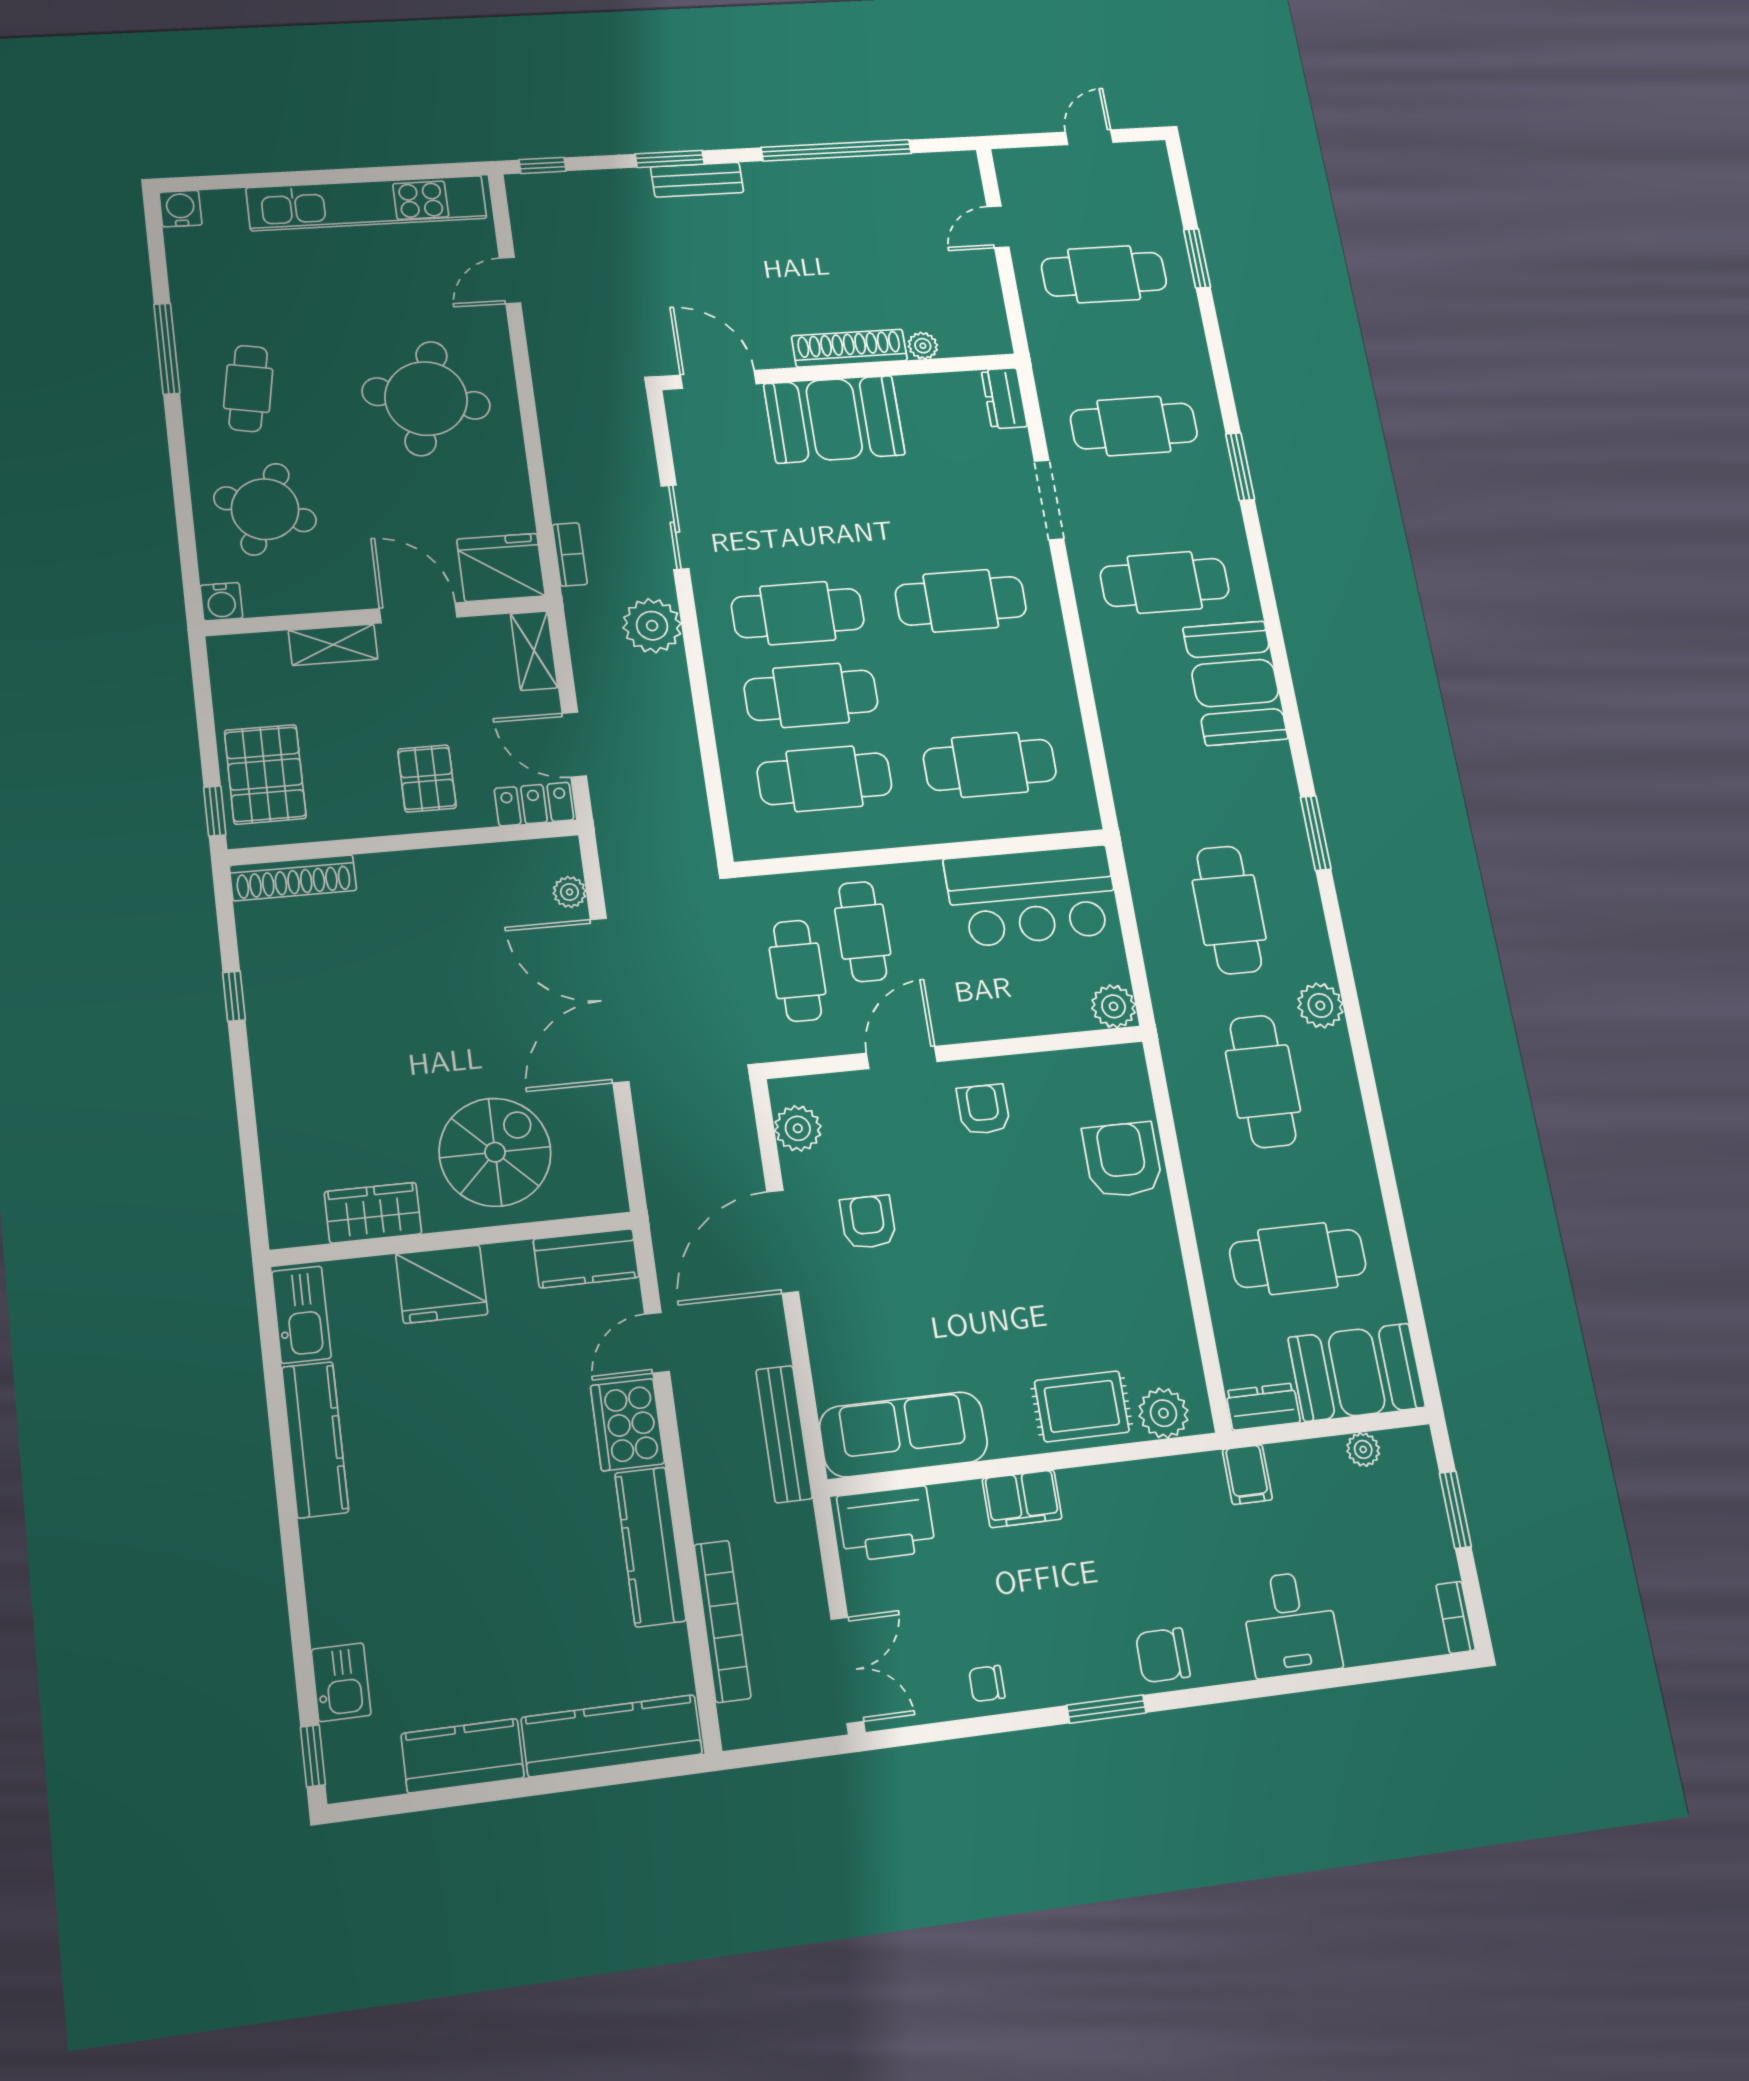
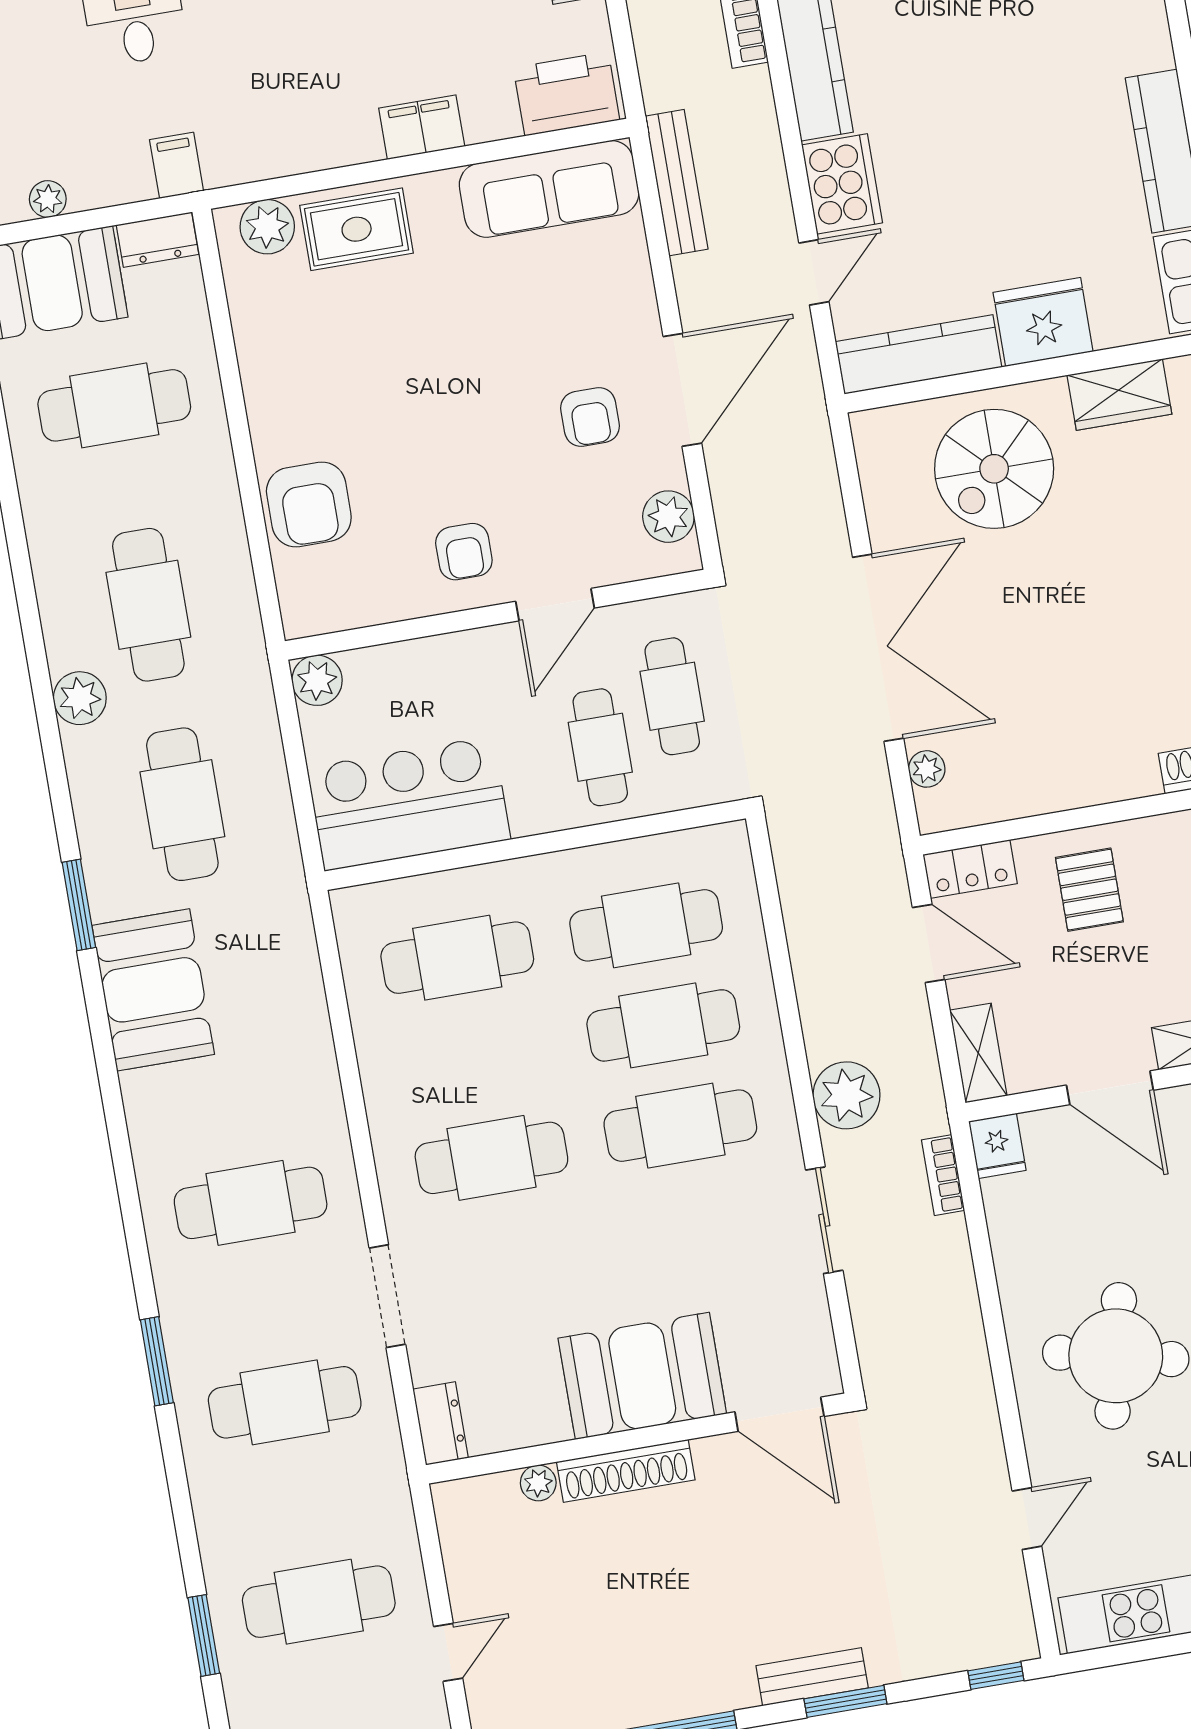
fridge: (501, 567) -> (997, 1146), width x0.53, depth x0.75
booth: (1235, 683) -> (153, 990), moved
kitchen counter: (586, 1258) -> (919, 354), width x1.50

